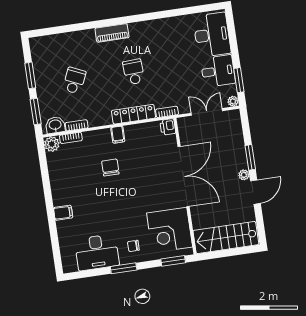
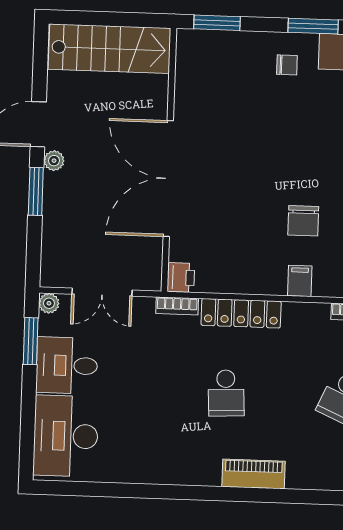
filing cabinet: (118, 135) -> (300, 281), moved
corner desk: (170, 230) -> (213, 82), removed

